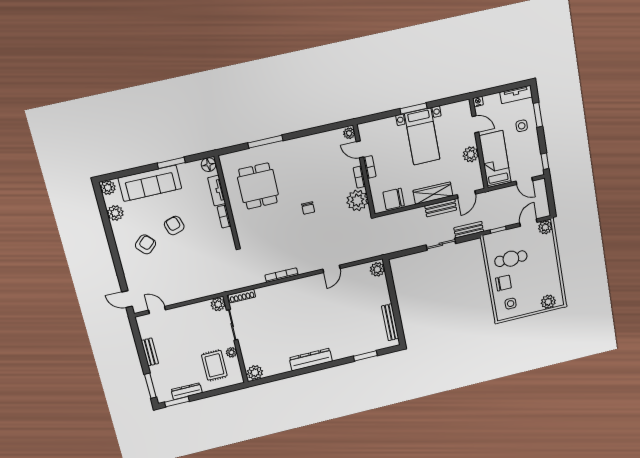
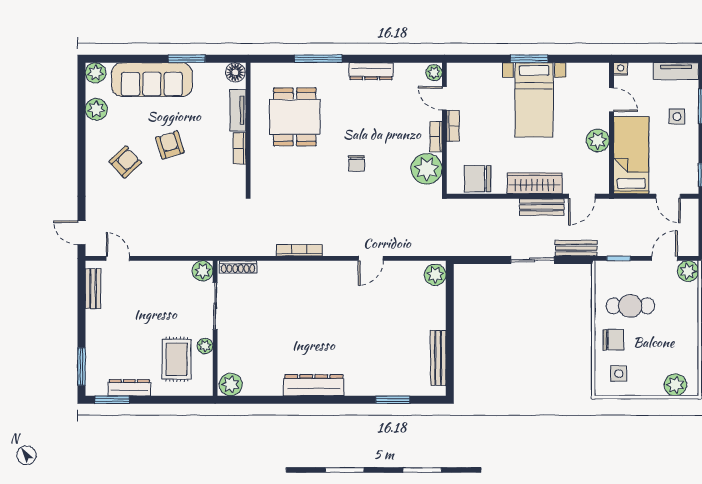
dresser: (305, 142) -> (371, 71), added
bench: (150, 352) -> (93, 289), moved

